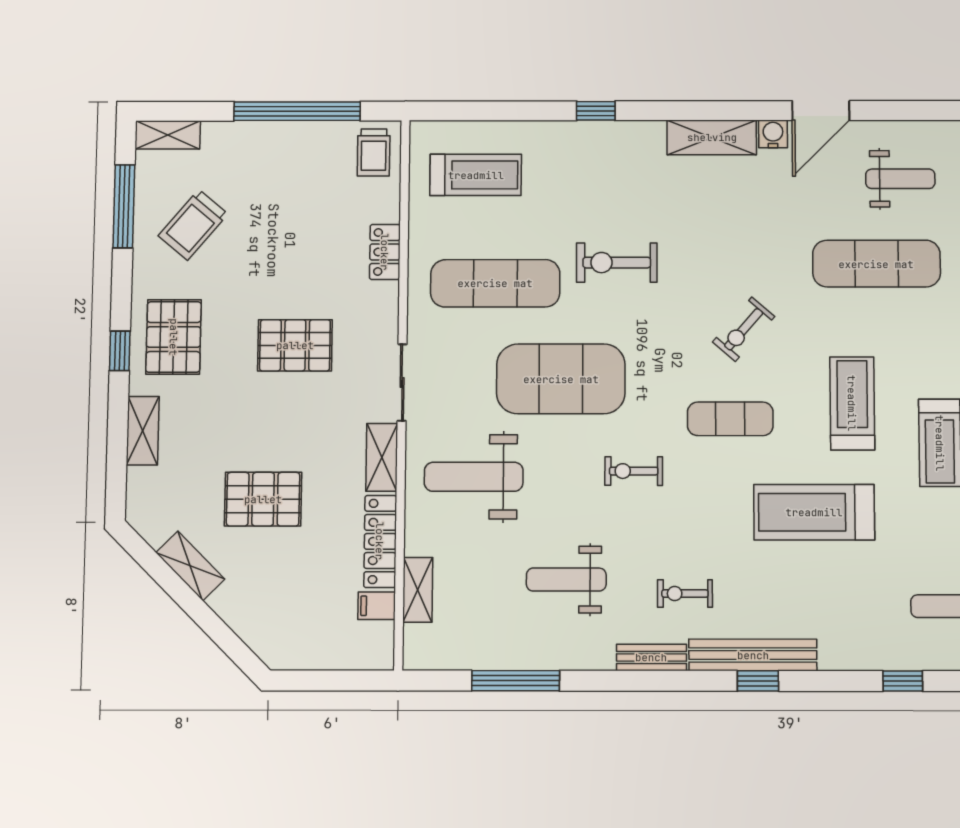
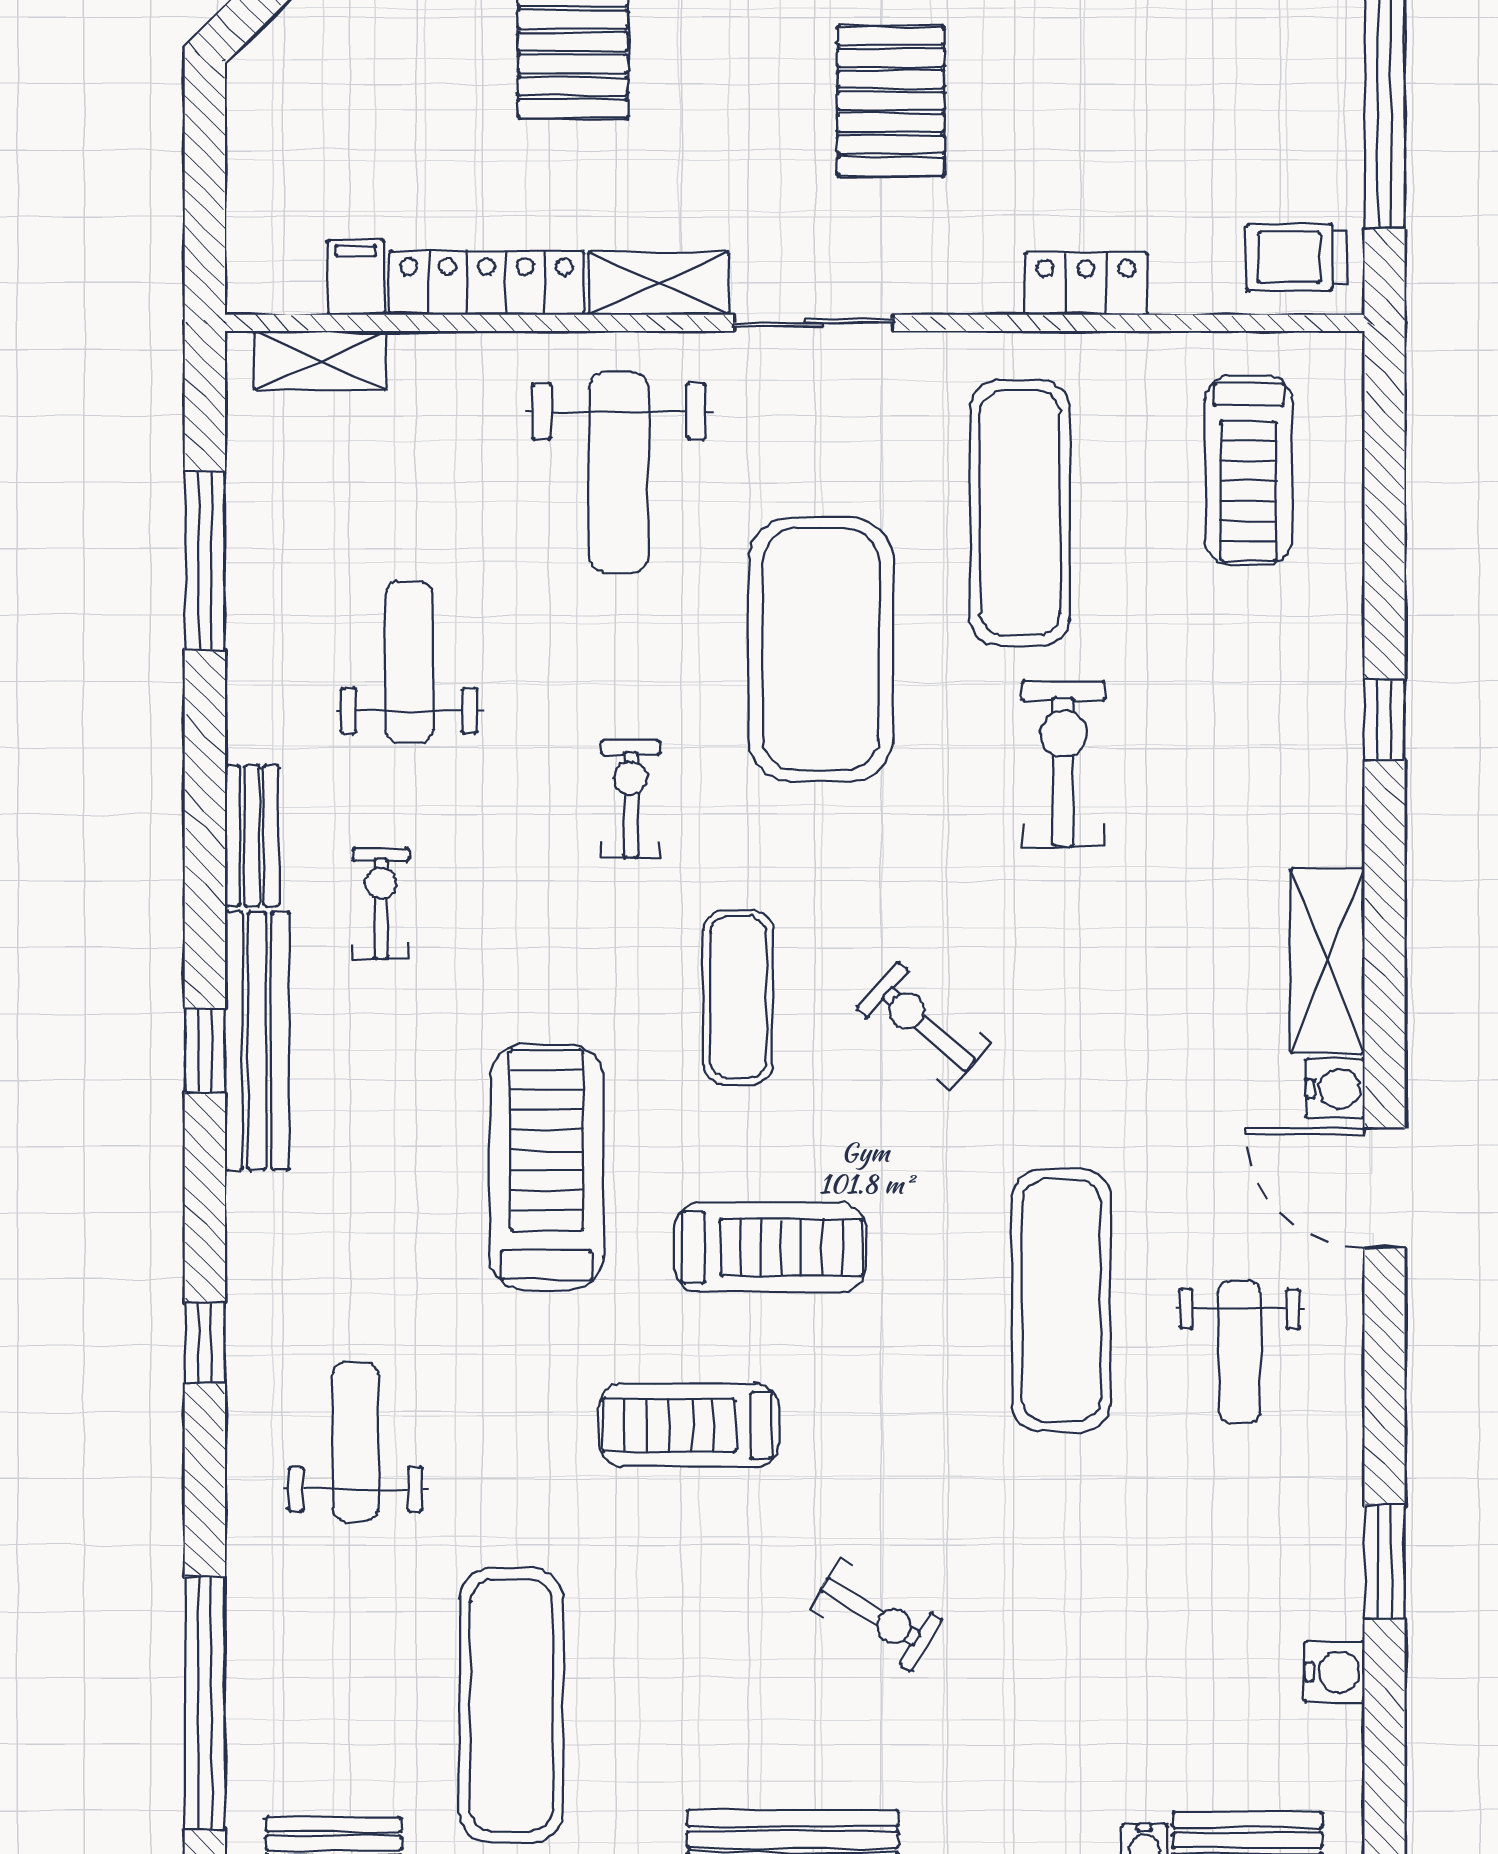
weight bench: (474, 477) -> (619, 472), turned 180
shelving: (418, 590) -> (320, 360), moved

